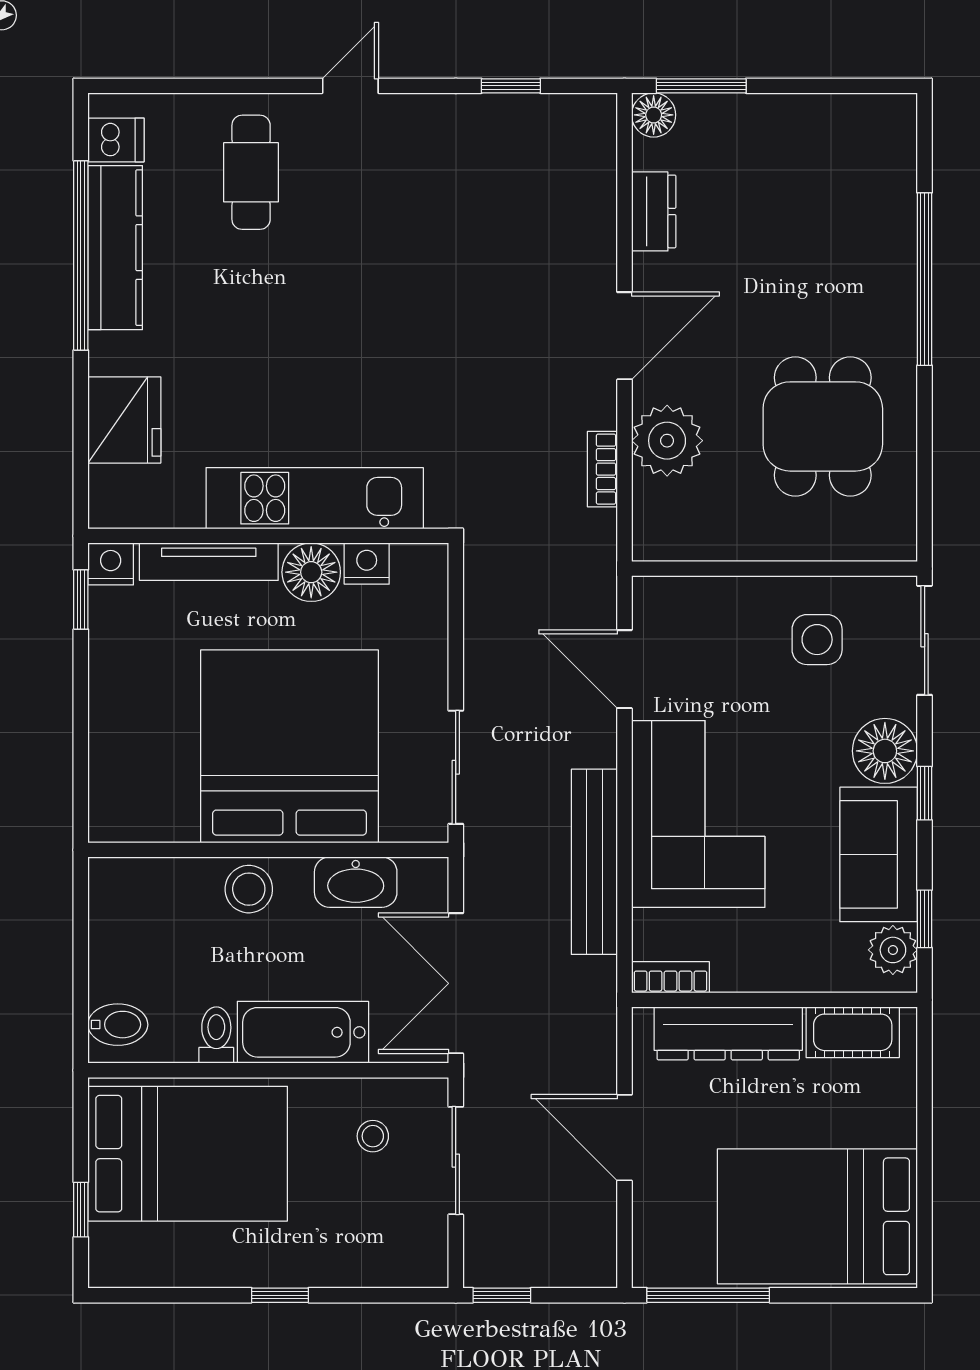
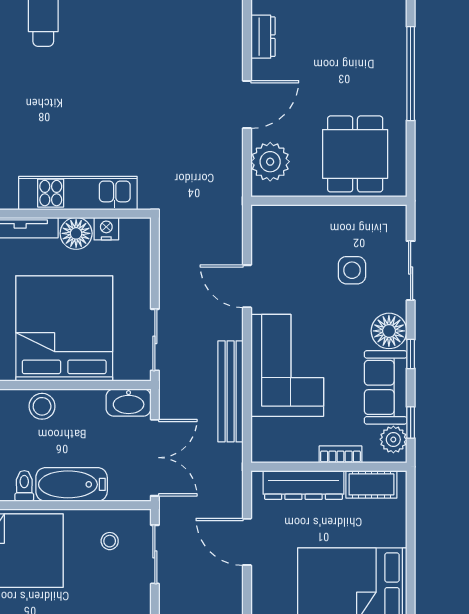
bookcase: (602, 469) -> (235, 177), removed
wall: (775, 569) -> (329, 201), moved
washbasin: (356, 882) -> (129, 403), moved
bookcase: (671, 977) -> (340, 454), moved
double door: (456, 983) -> (155, 458), swing flipped

